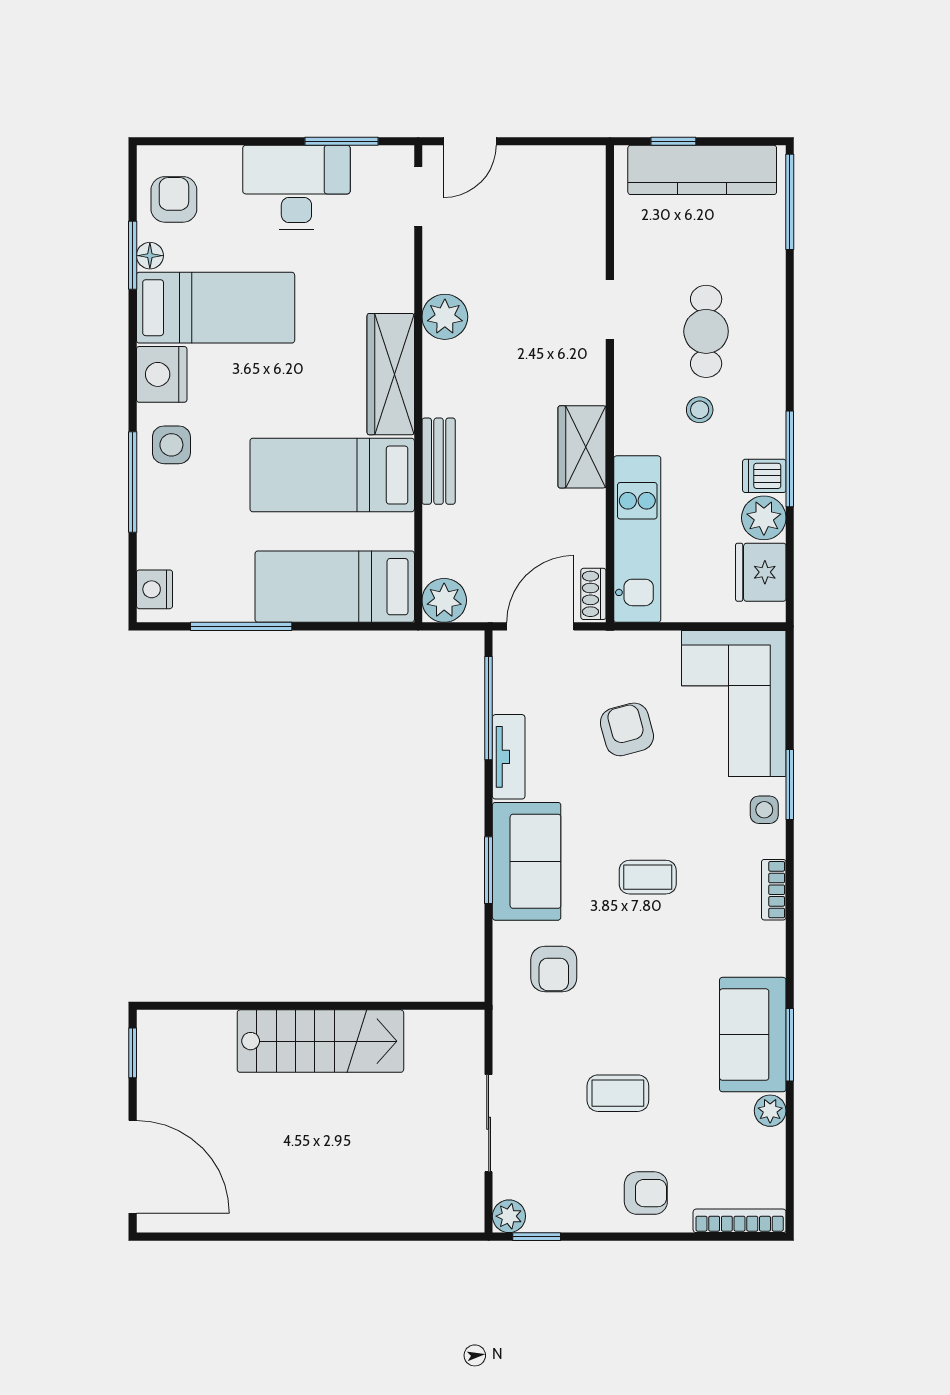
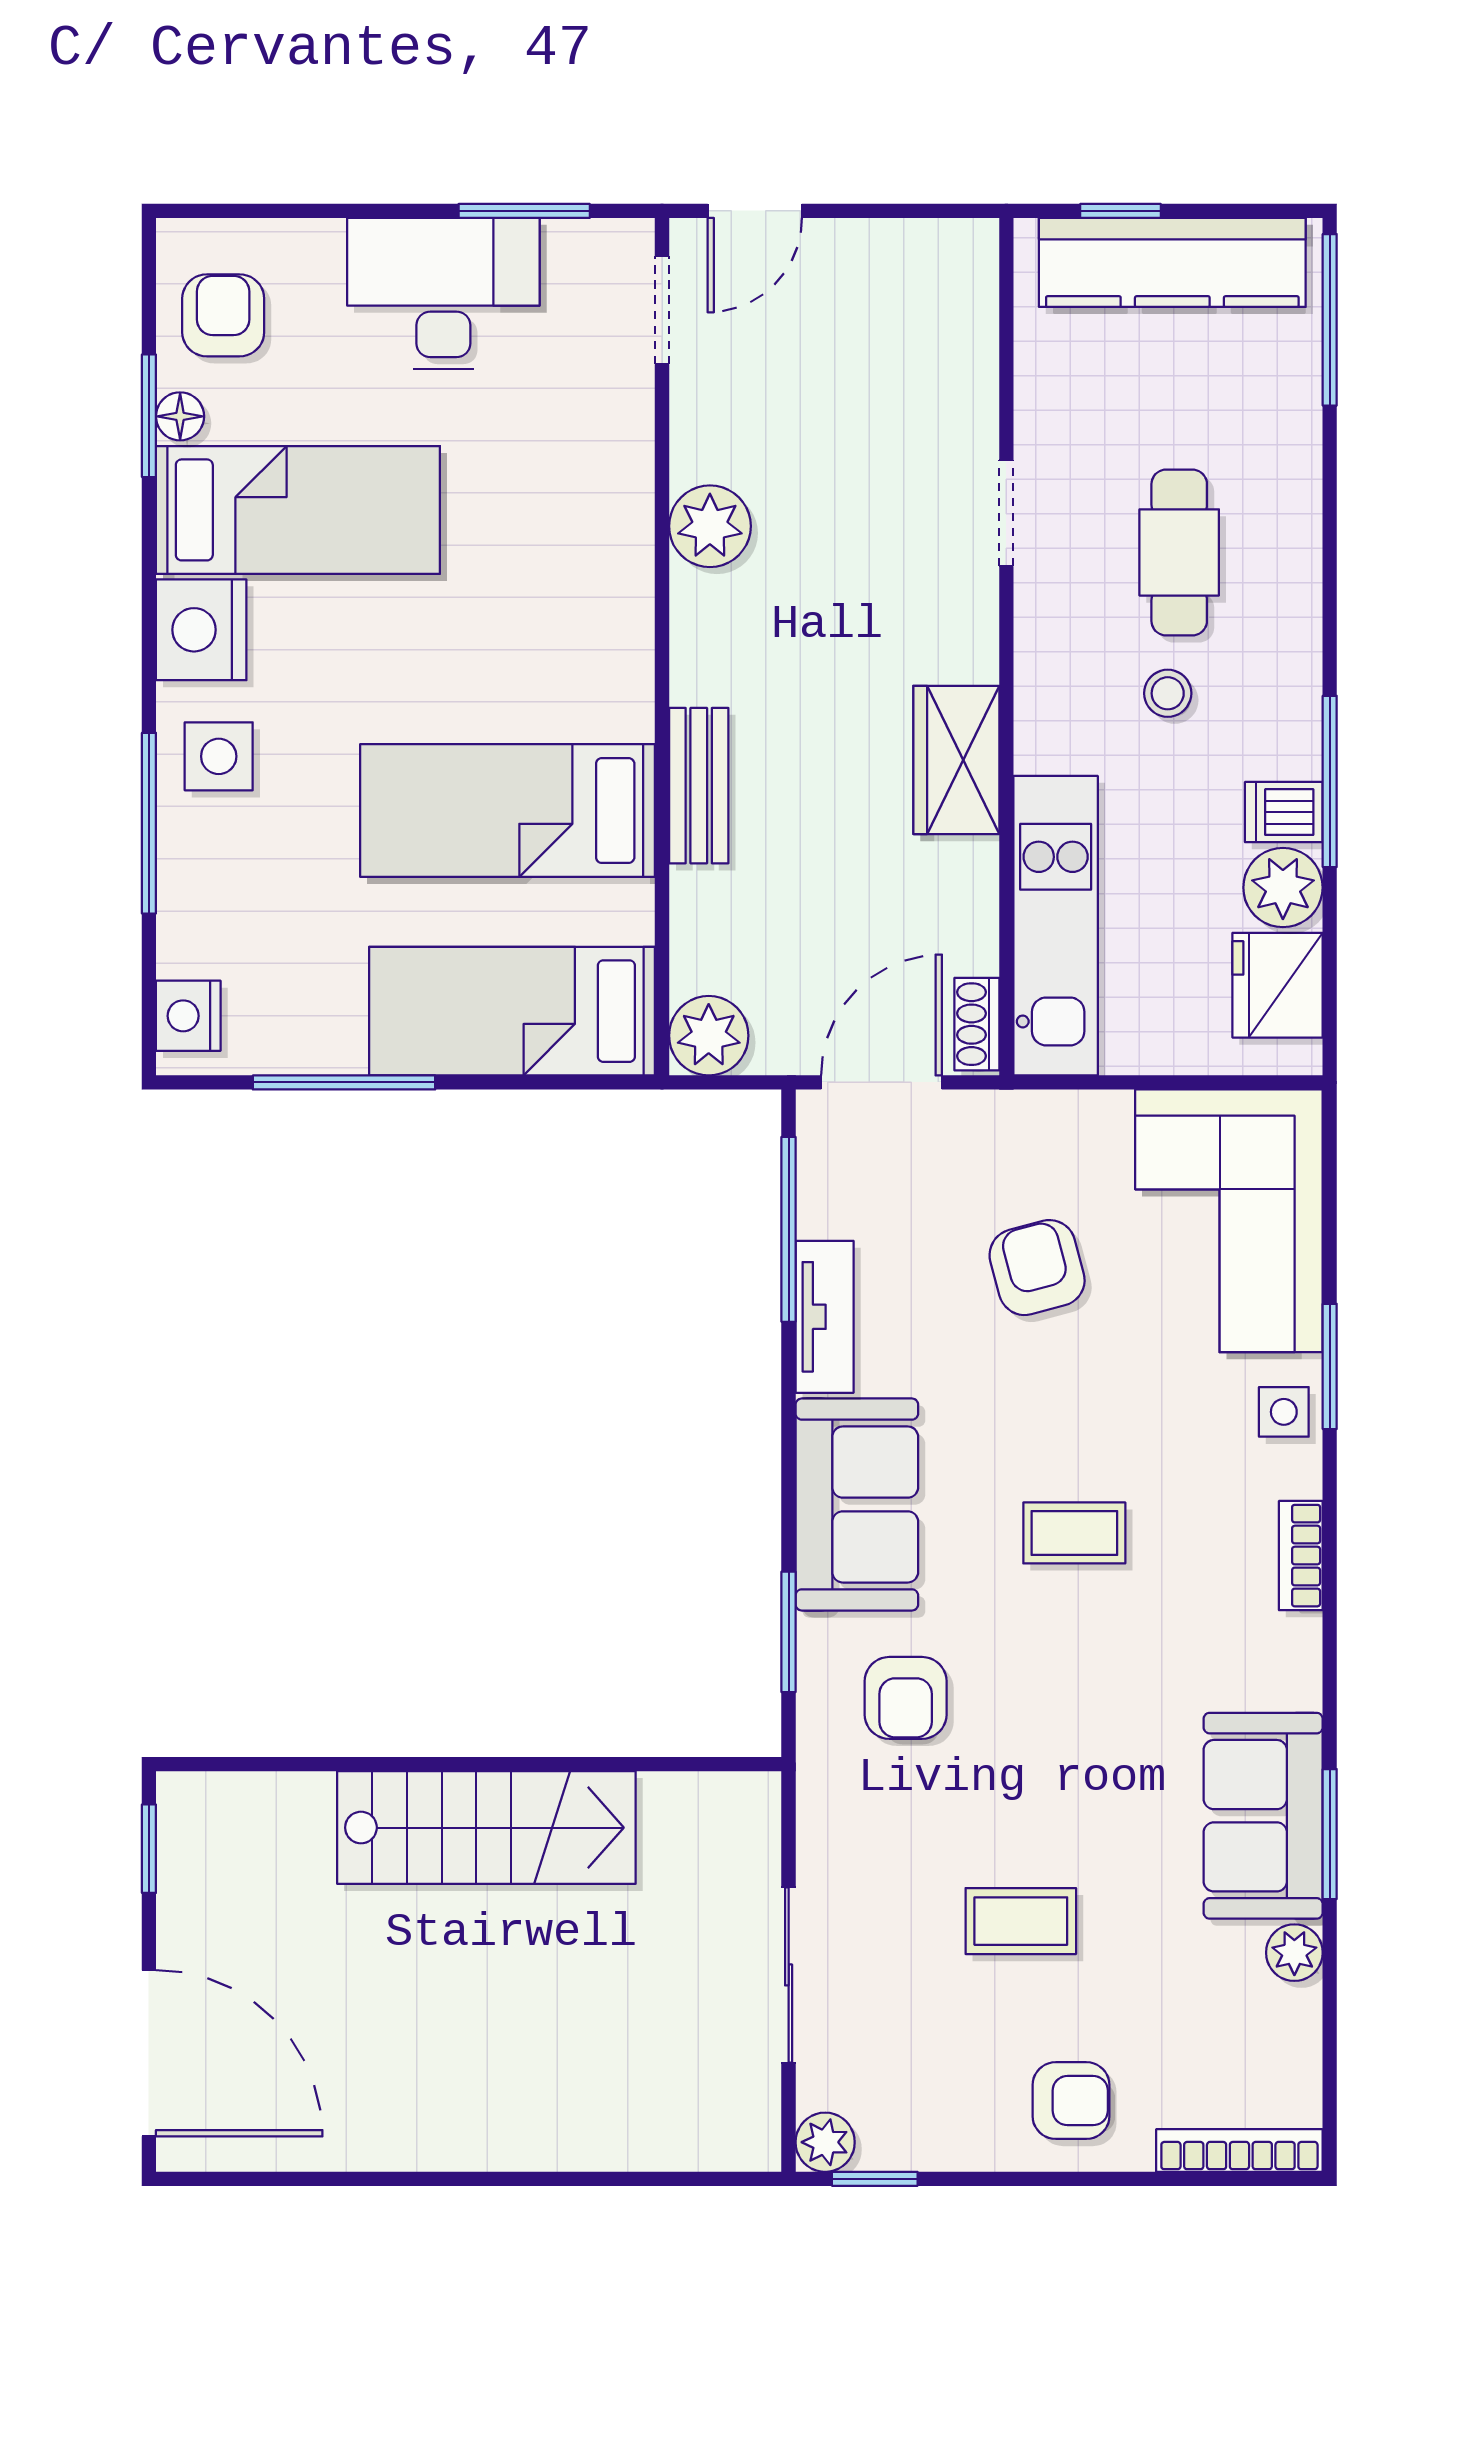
wardrobe: (391, 374) -> (613, 629), removed
window: (489, 870) -> (789, 1632), moved

